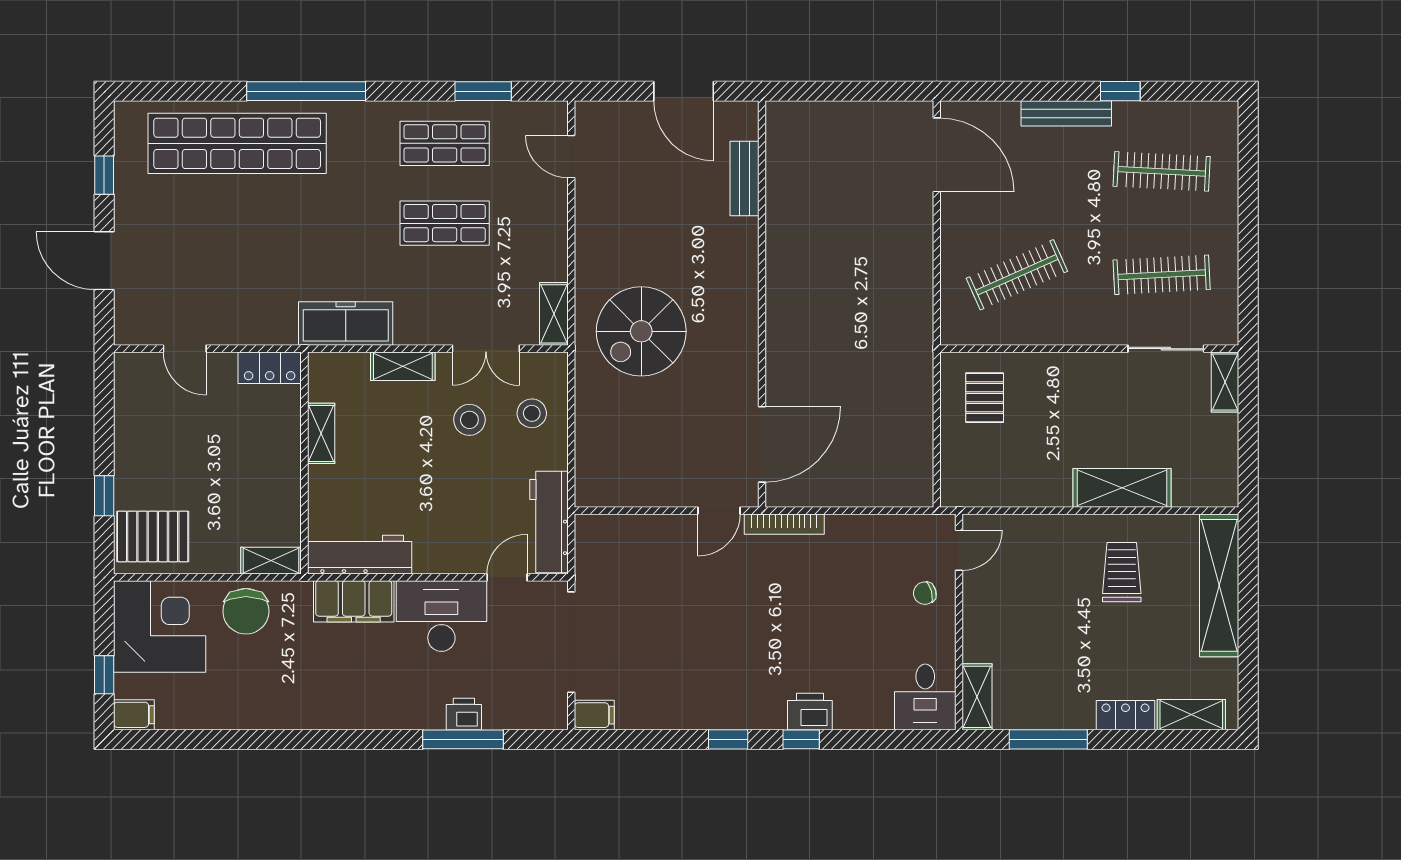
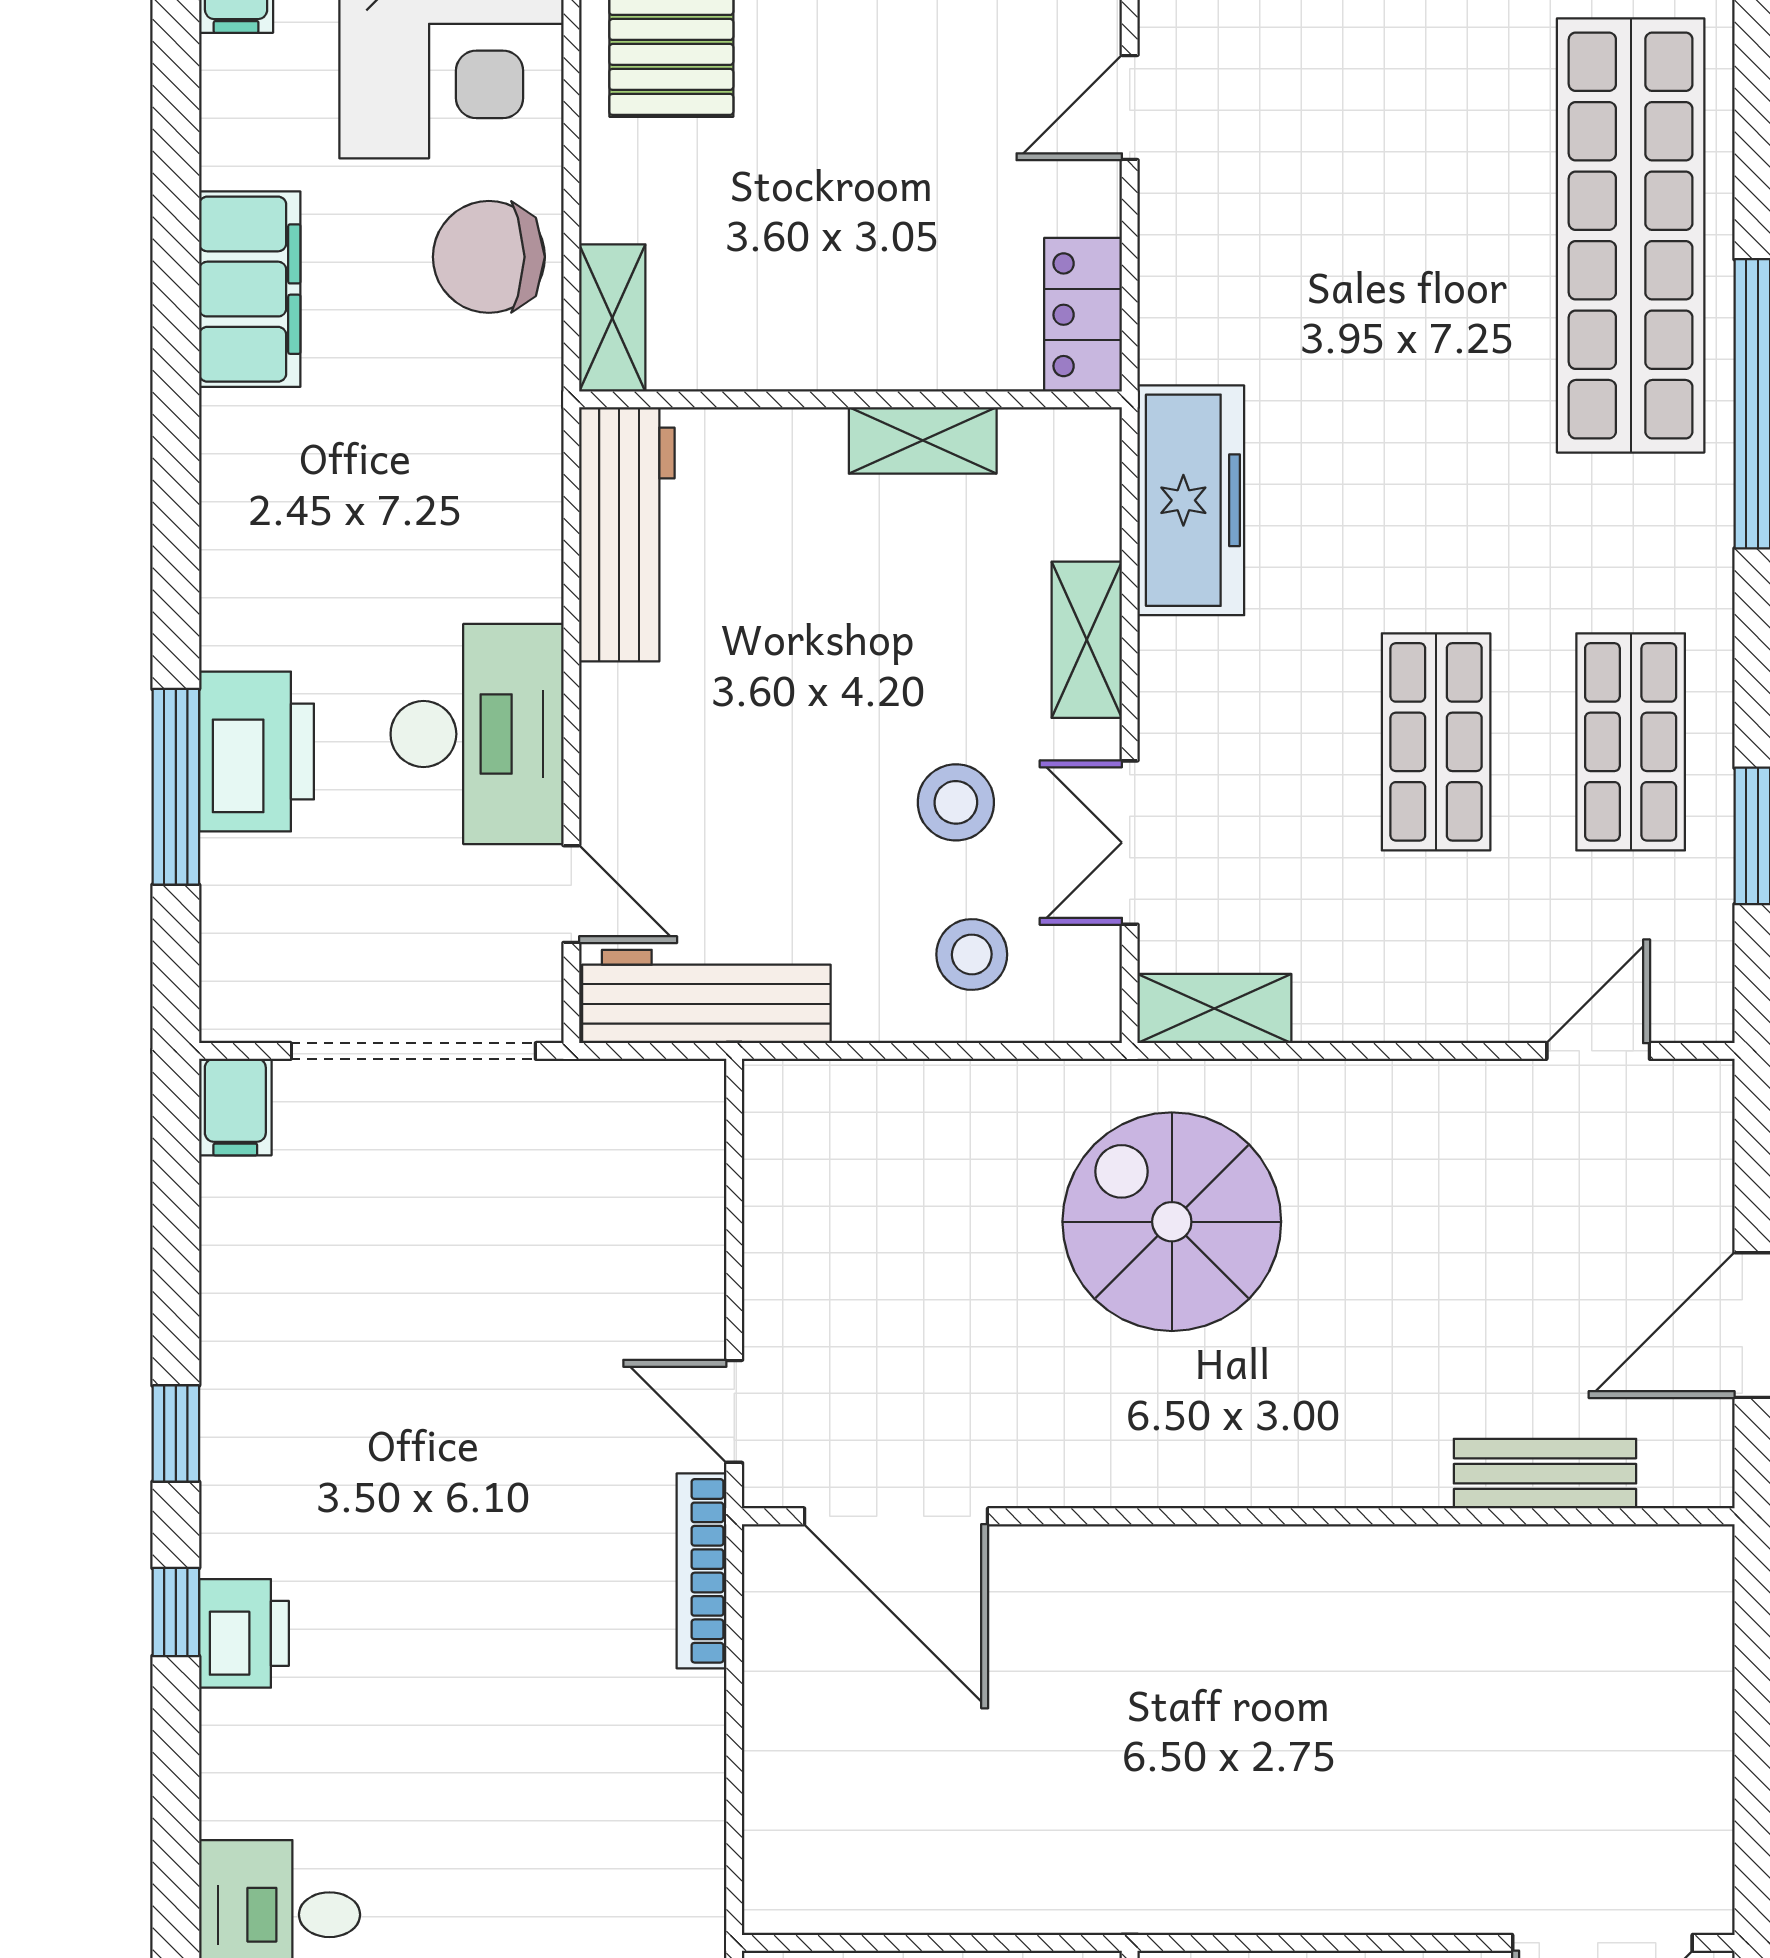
chair: (925, 593) -> (533, 1914), removed
filing cabinet: (354, 601) -> (250, 289), moved, turned 180
printer: (464, 714) -> (256, 751), width x1.87, depth x1.48

